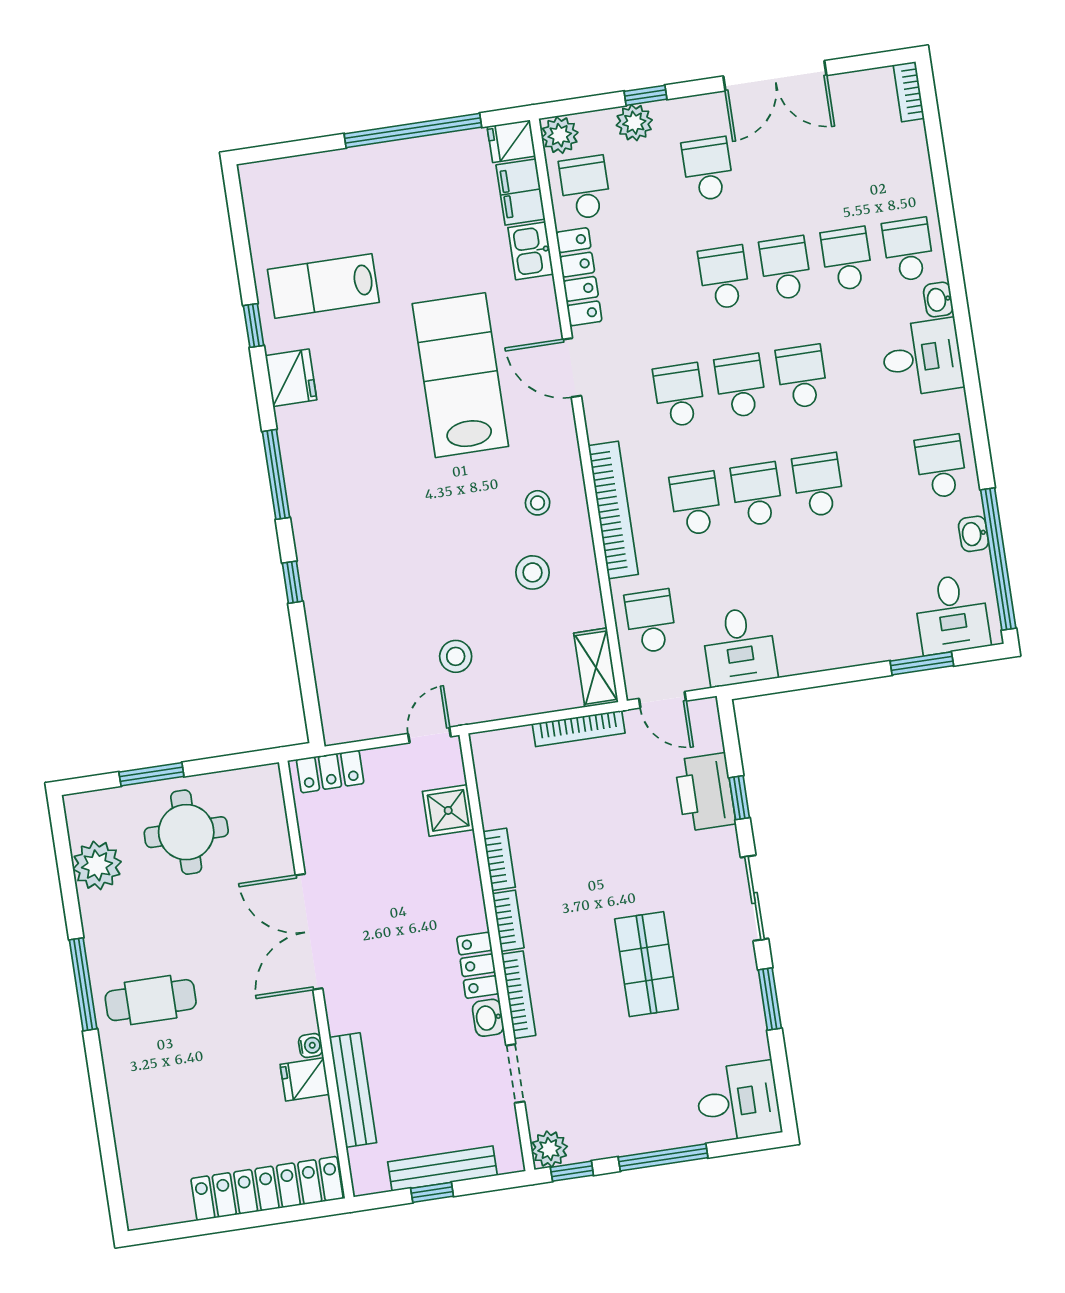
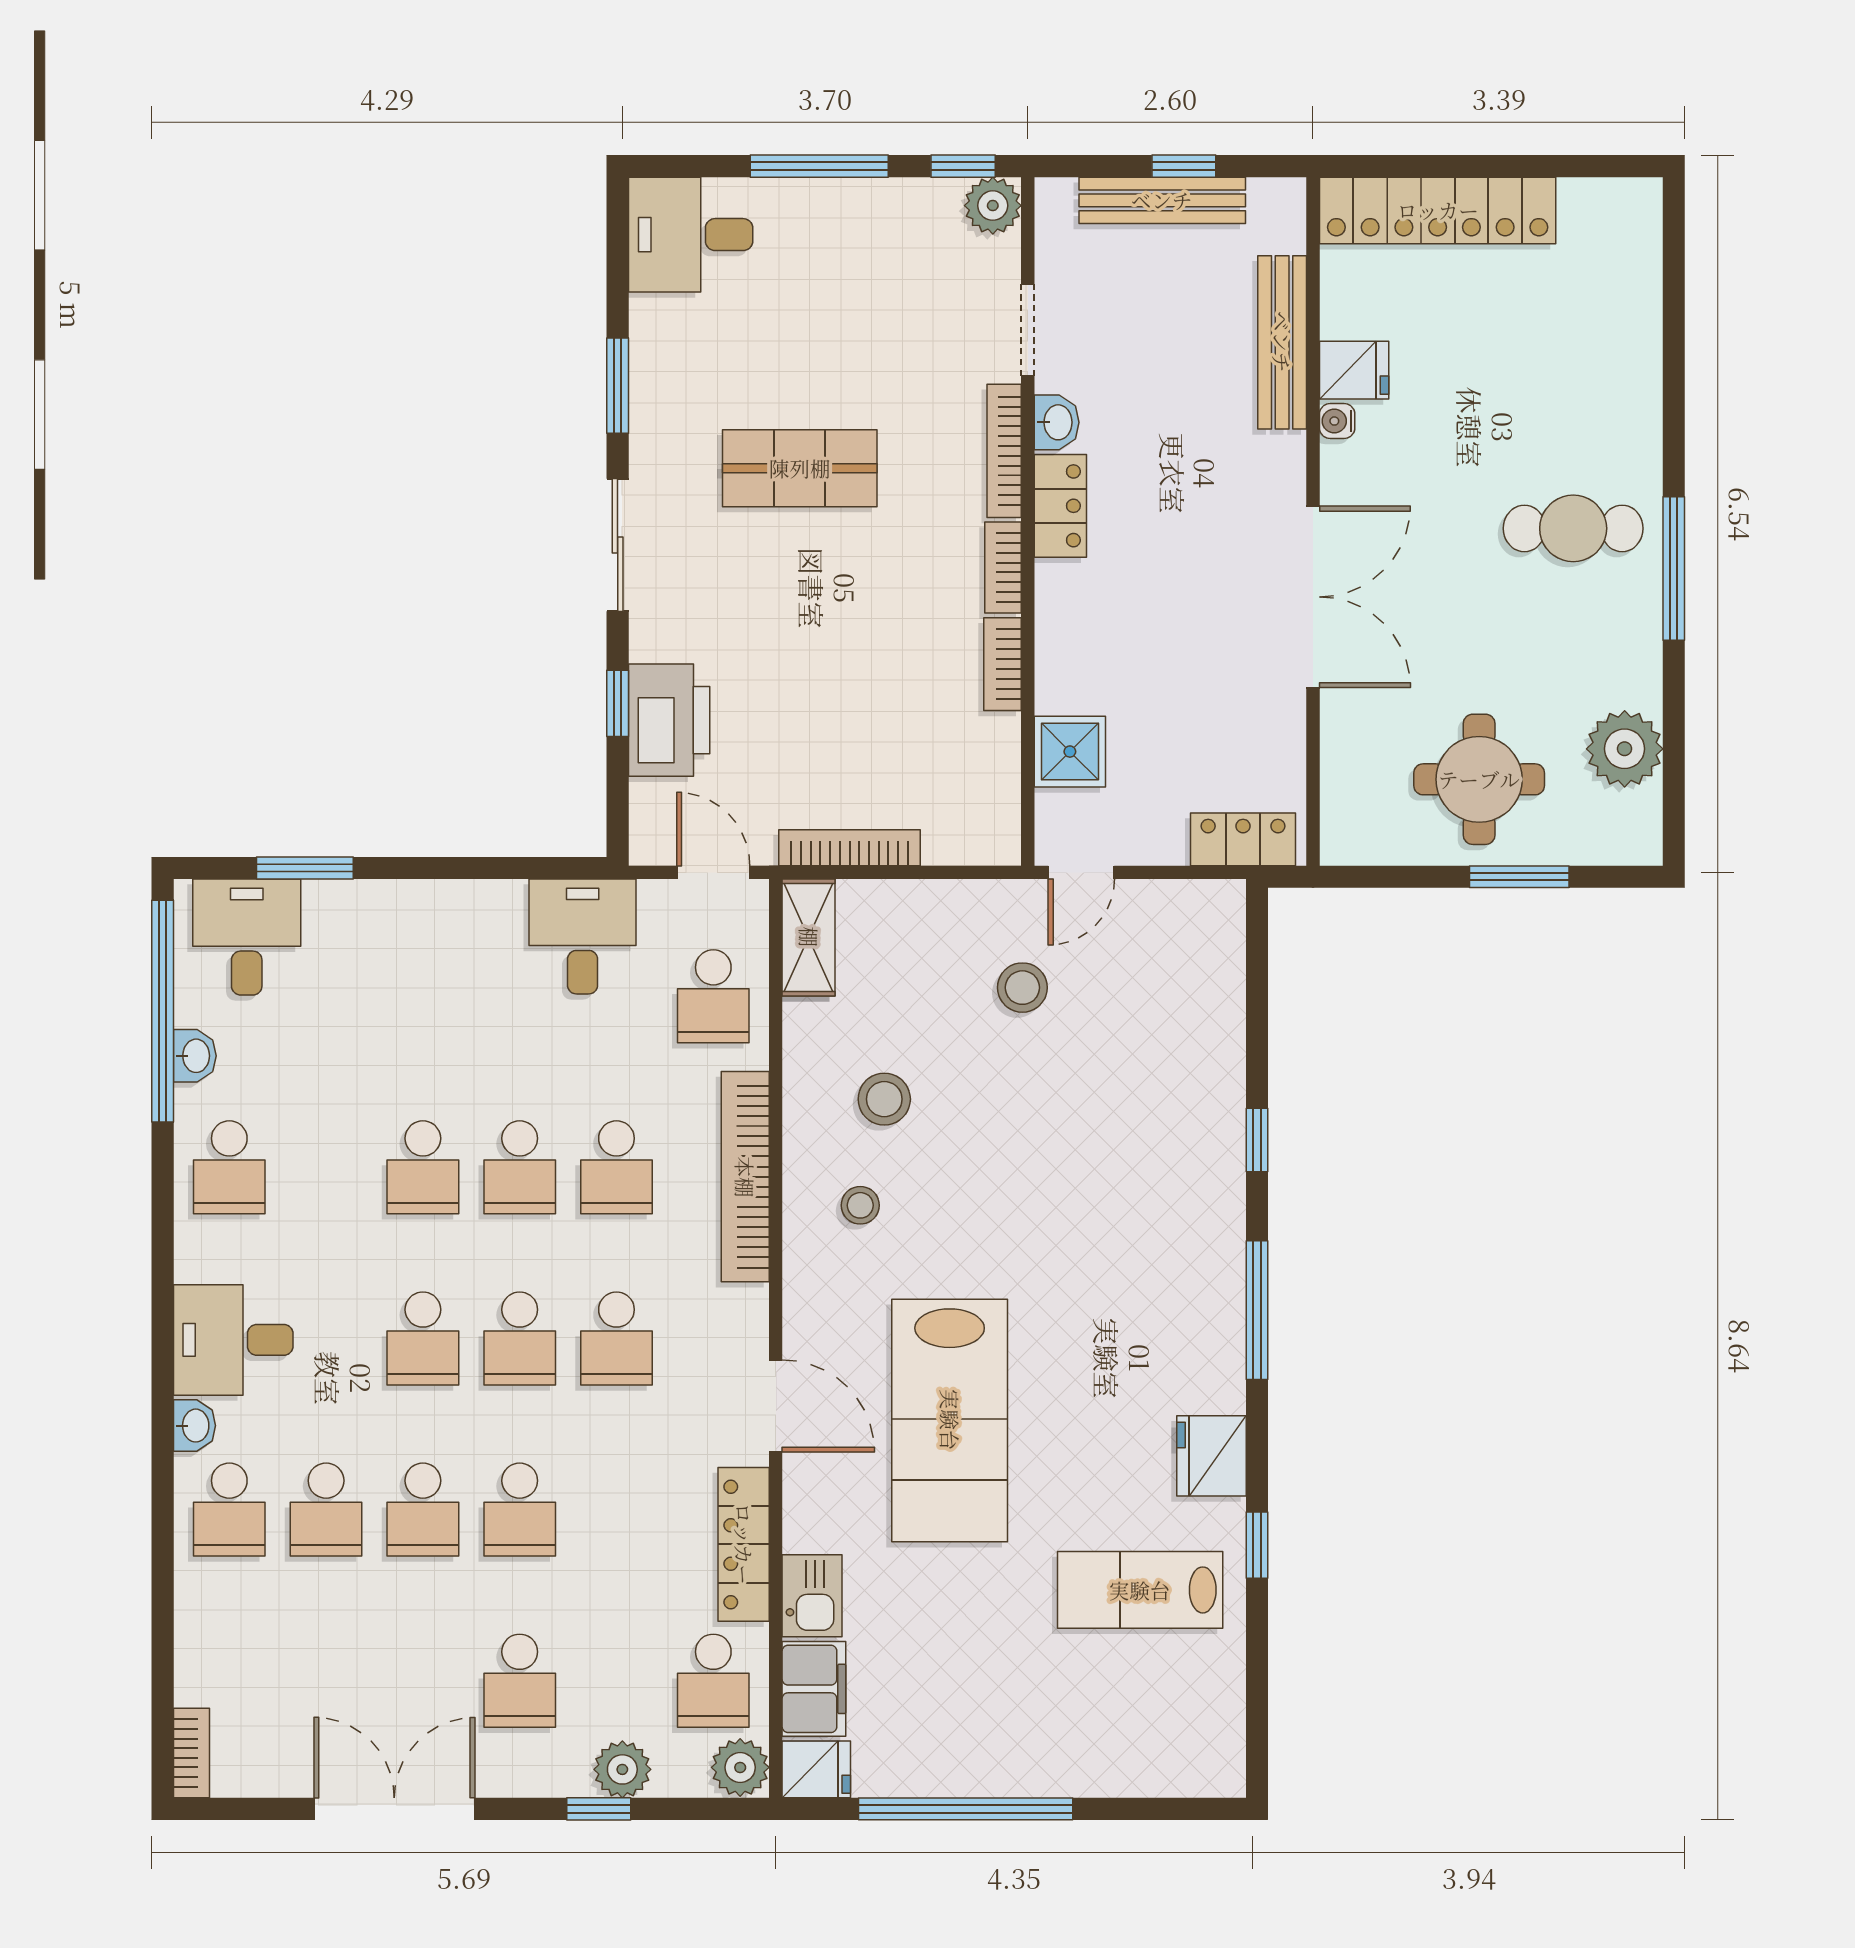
lab bench: (323, 286) -> (1140, 1590), turned 180
shop shelf: (647, 964) -> (800, 468), turned 90

